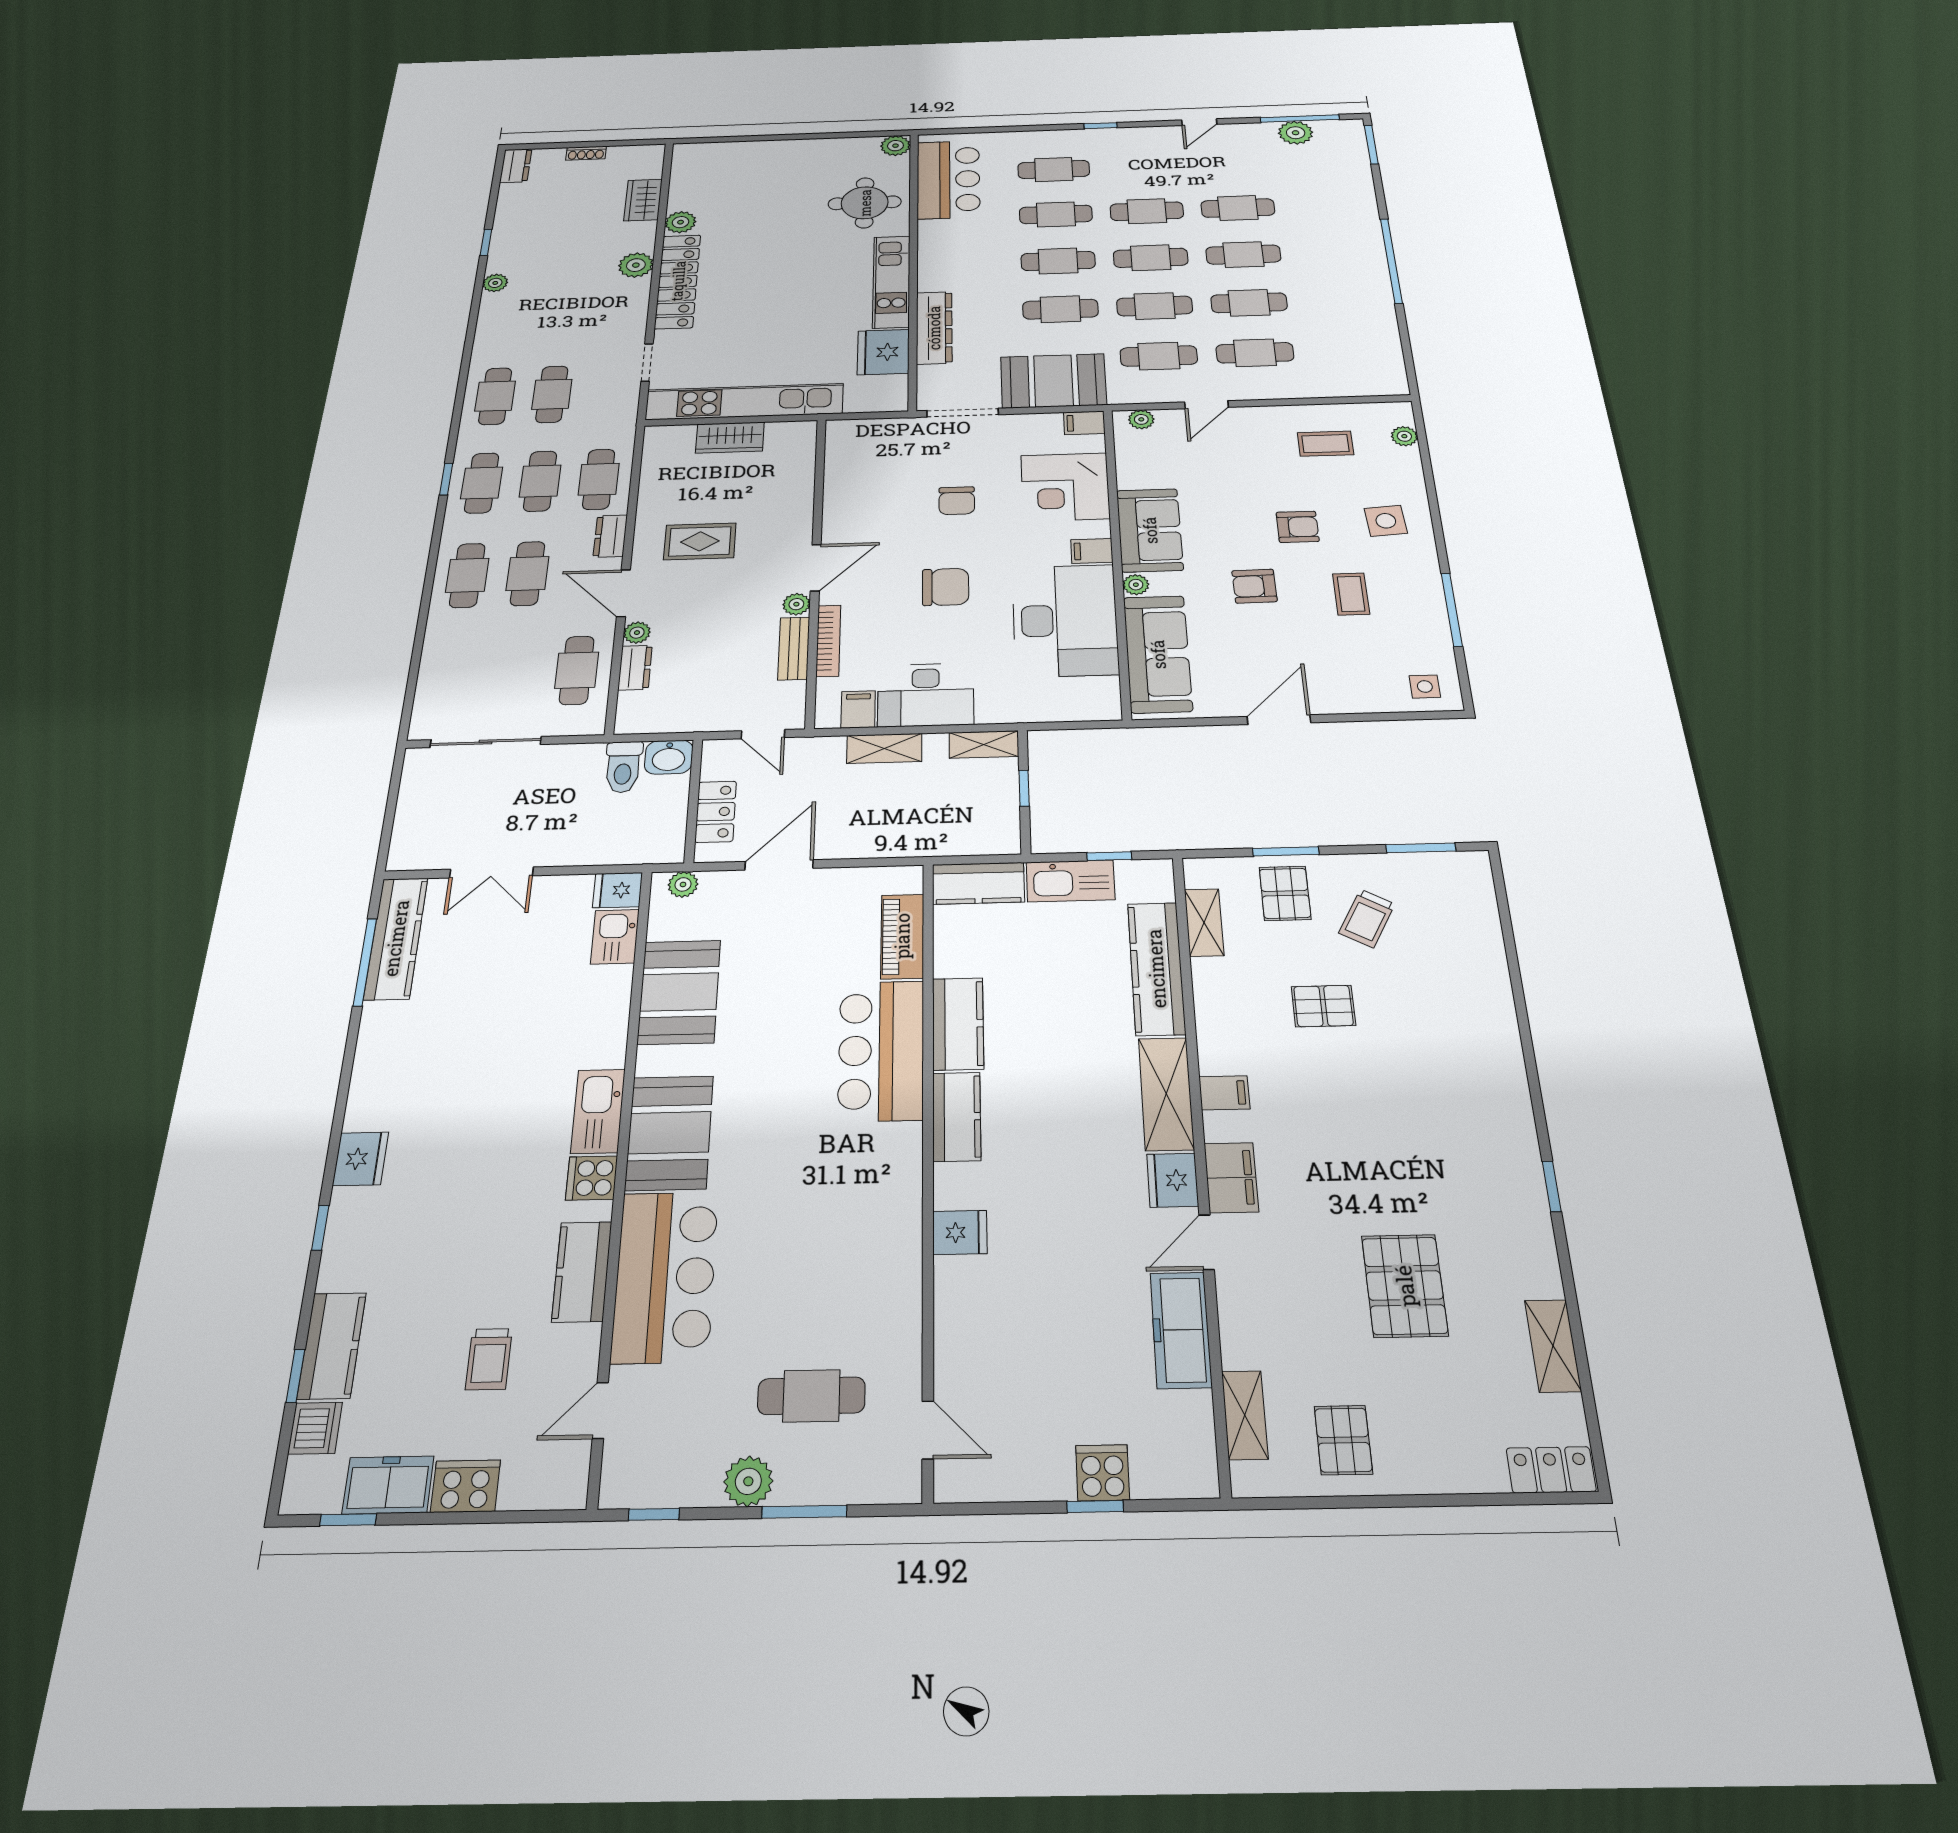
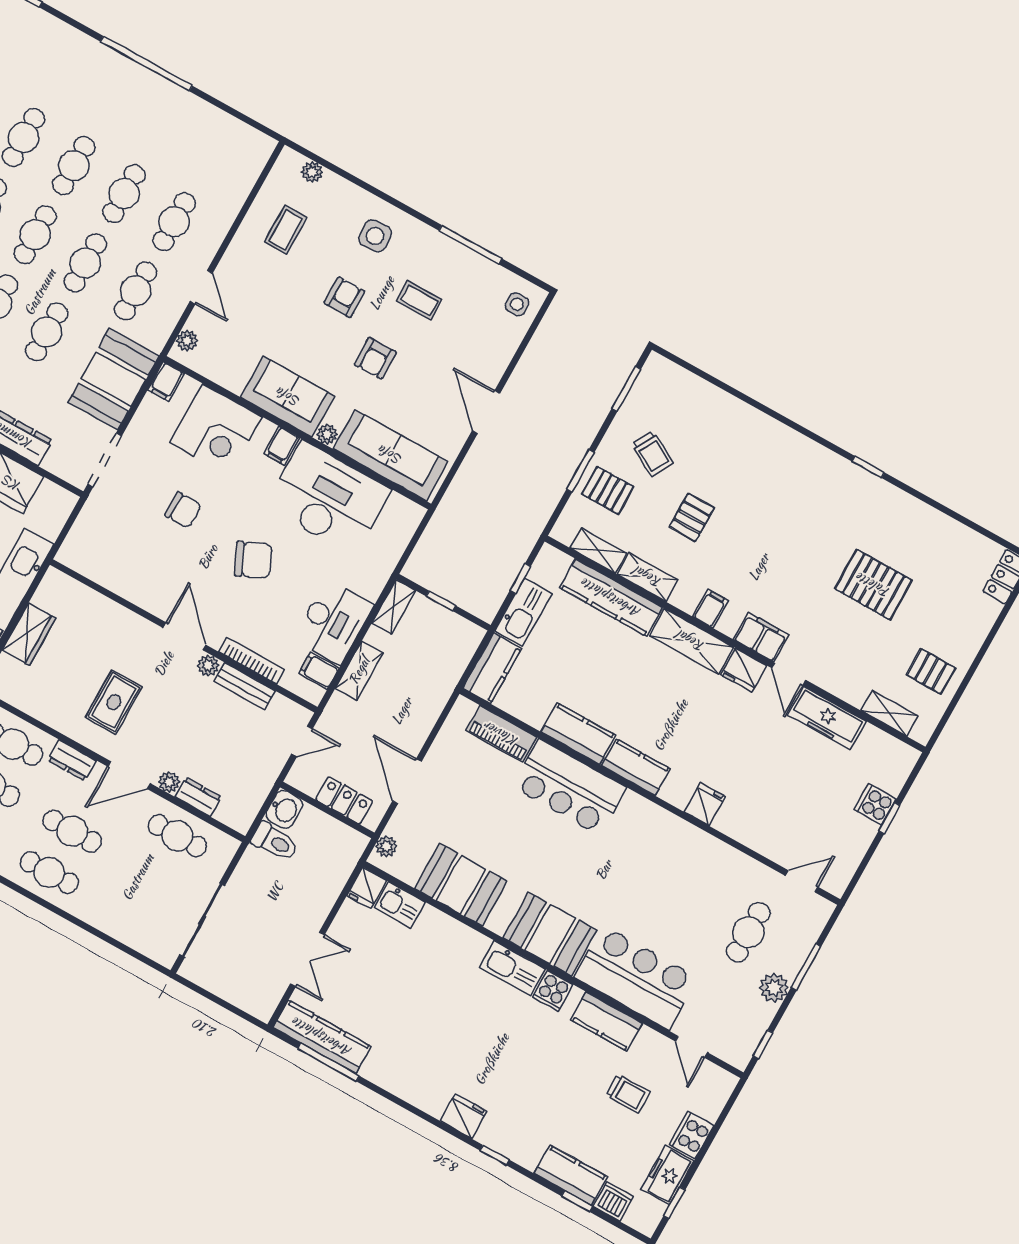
chair: (946, 587) -> (253, 560), turned 65
shelving: (1553, 1346) -> (648, 577), moved

